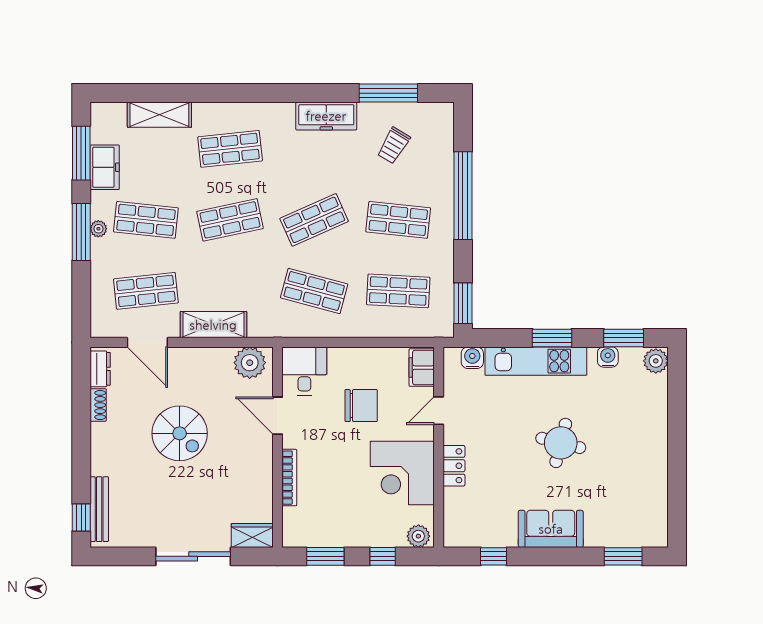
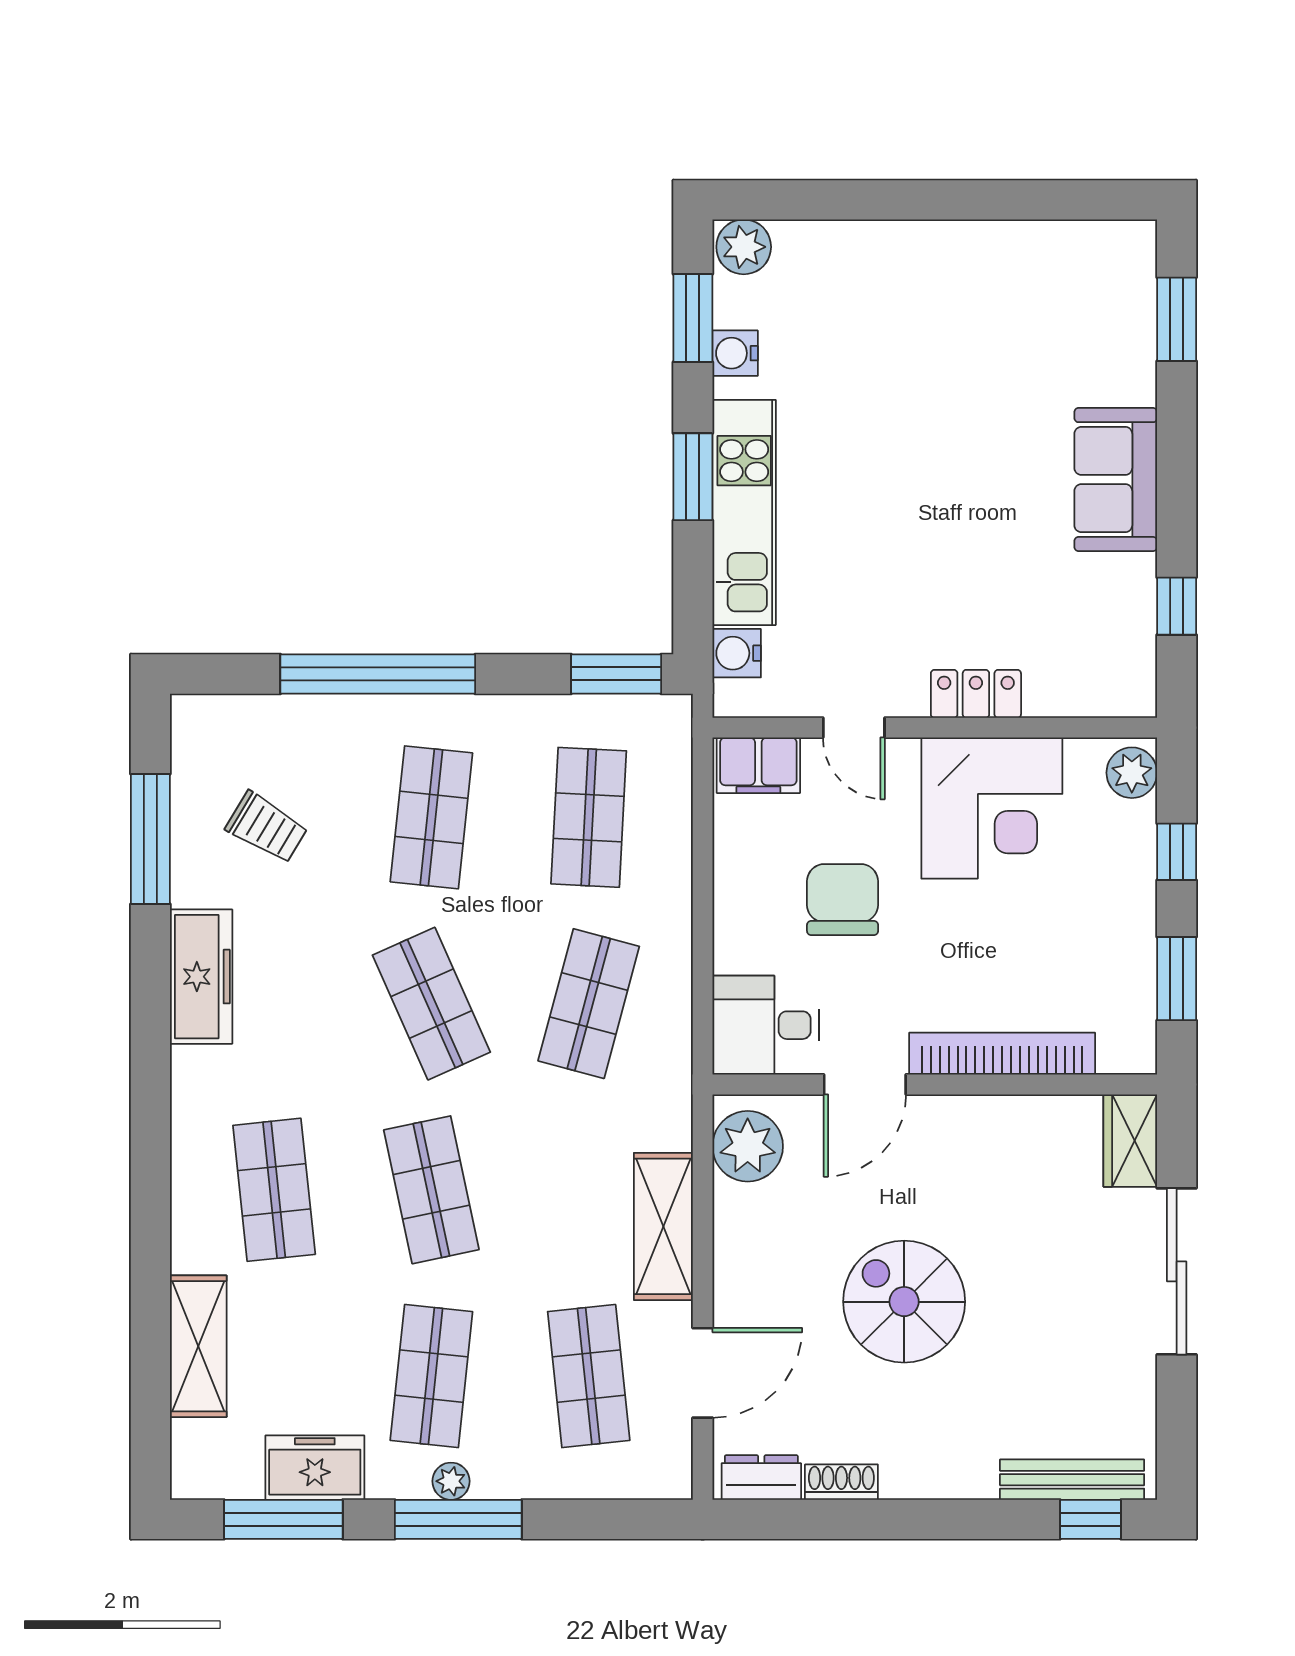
spiral stairs: (180, 433) -> (904, 1302), turned -90
round table: (561, 443) -> (925, 457), removed
bookcase: (289, 478) -> (1002, 1054), width x1.48, depth x1.31

